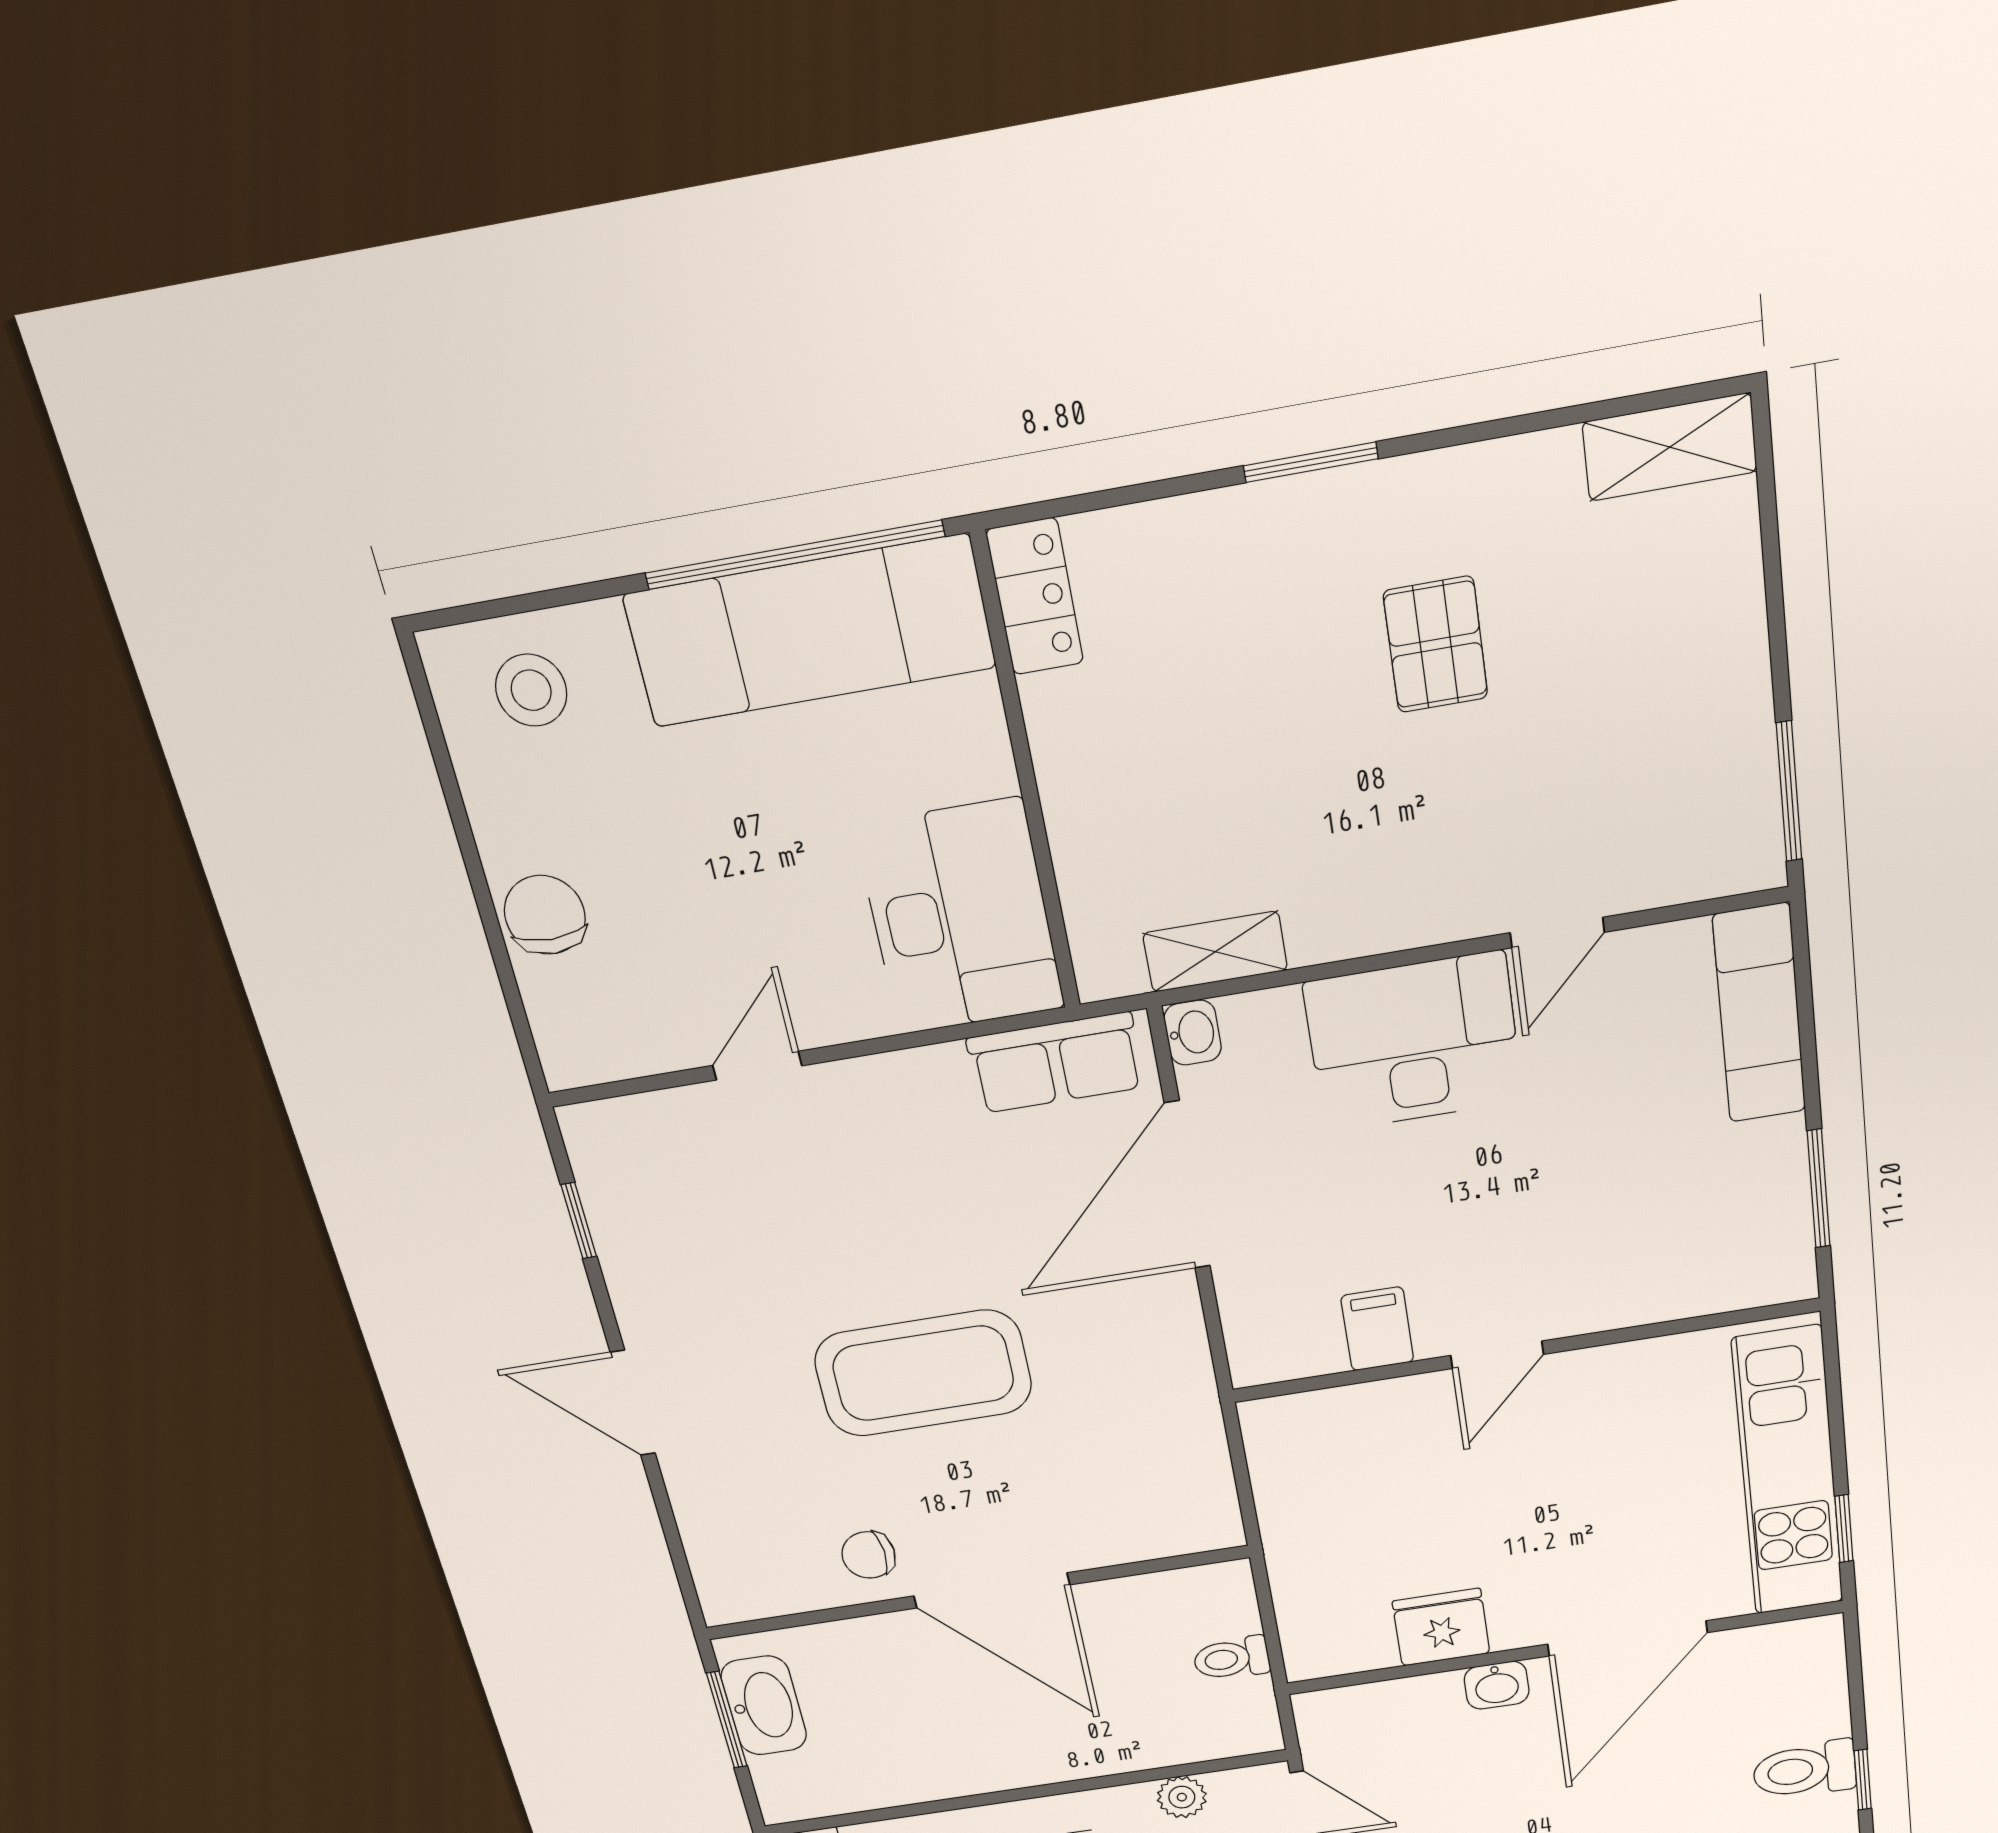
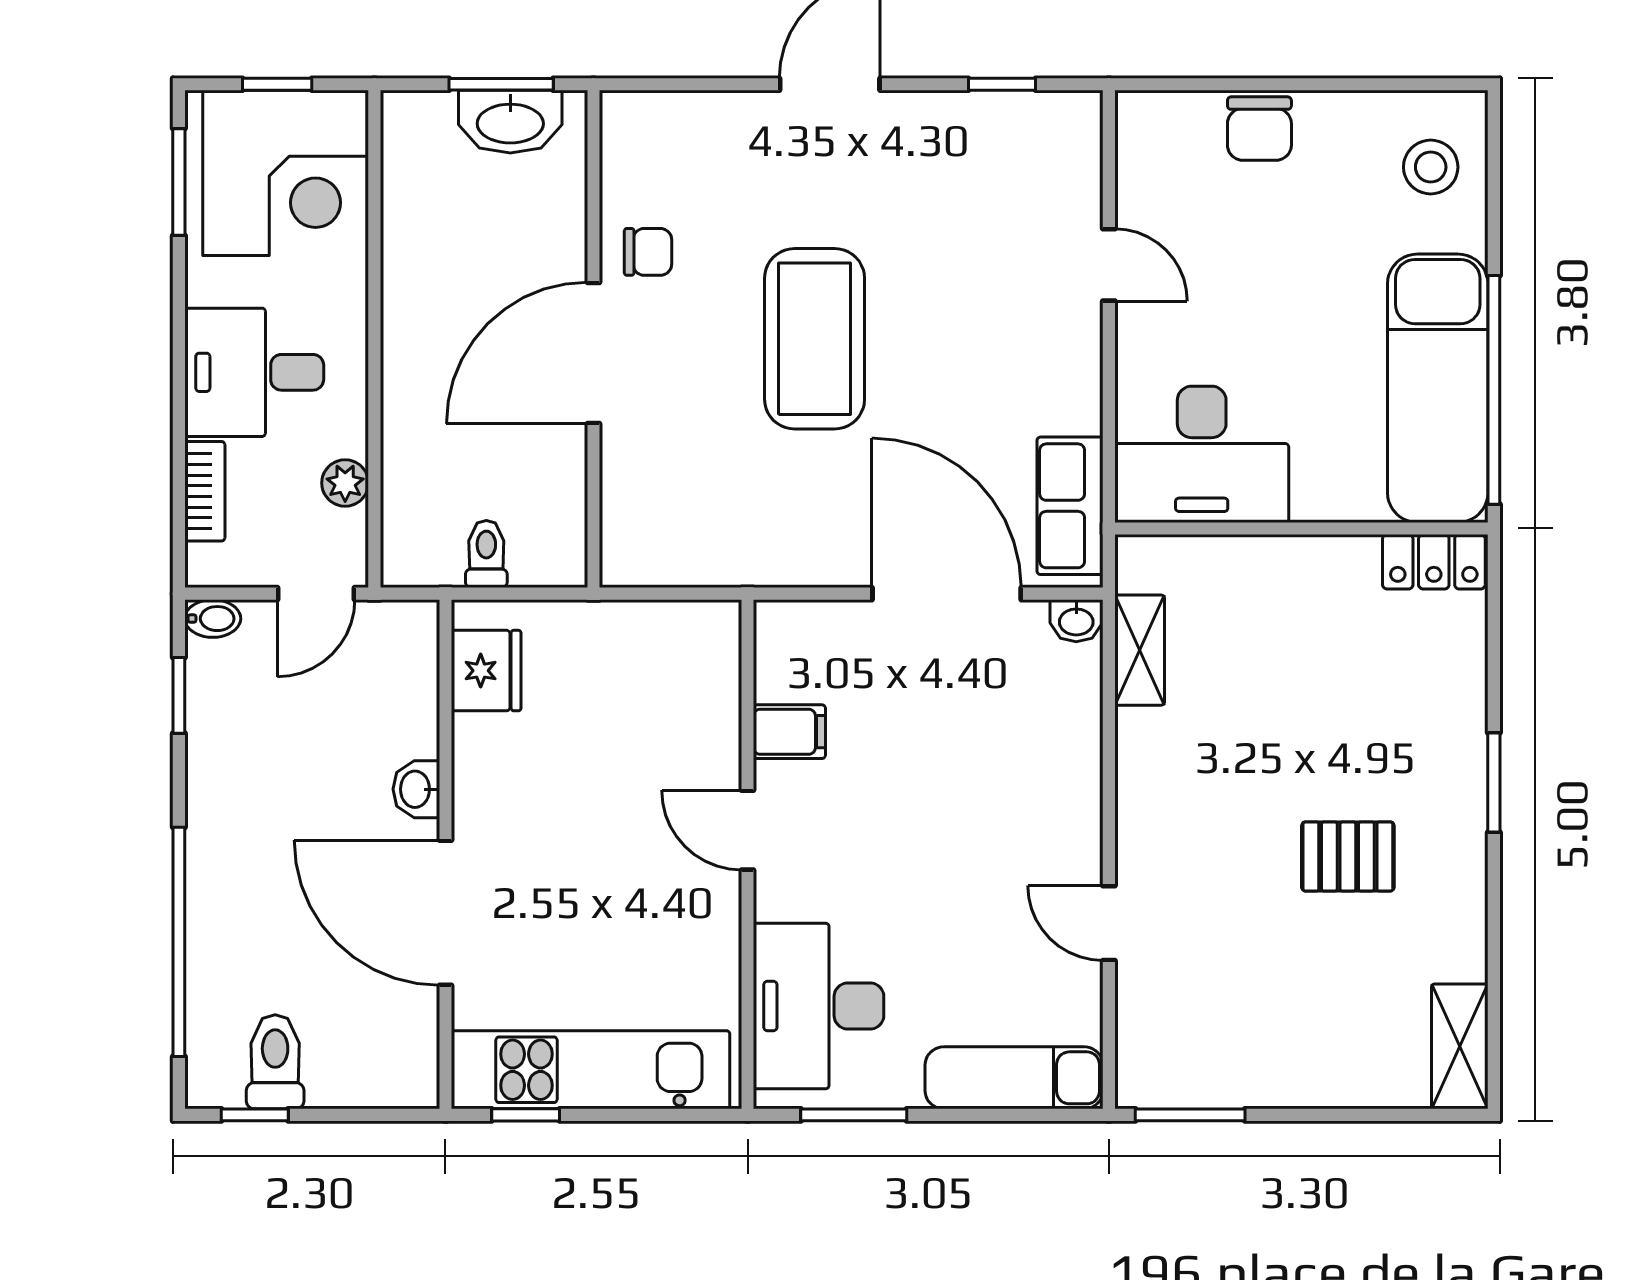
chair: (545, 915) -> (1259, 129), turned 90
desk: (1414, 1042) -> (819, 1006), moved, turned 180
chair: (868, 1555) -> (648, 252), turned 94
fridge: (1441, 1627) -> (486, 671), moved

